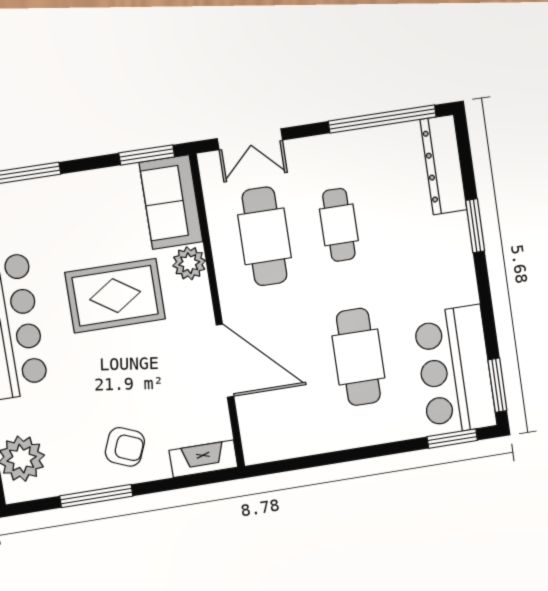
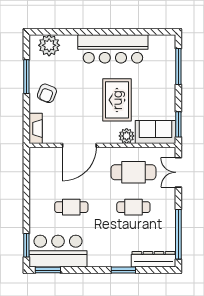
cafe table: (358, 357) -> (71, 207), width x0.73, depth x0.74

